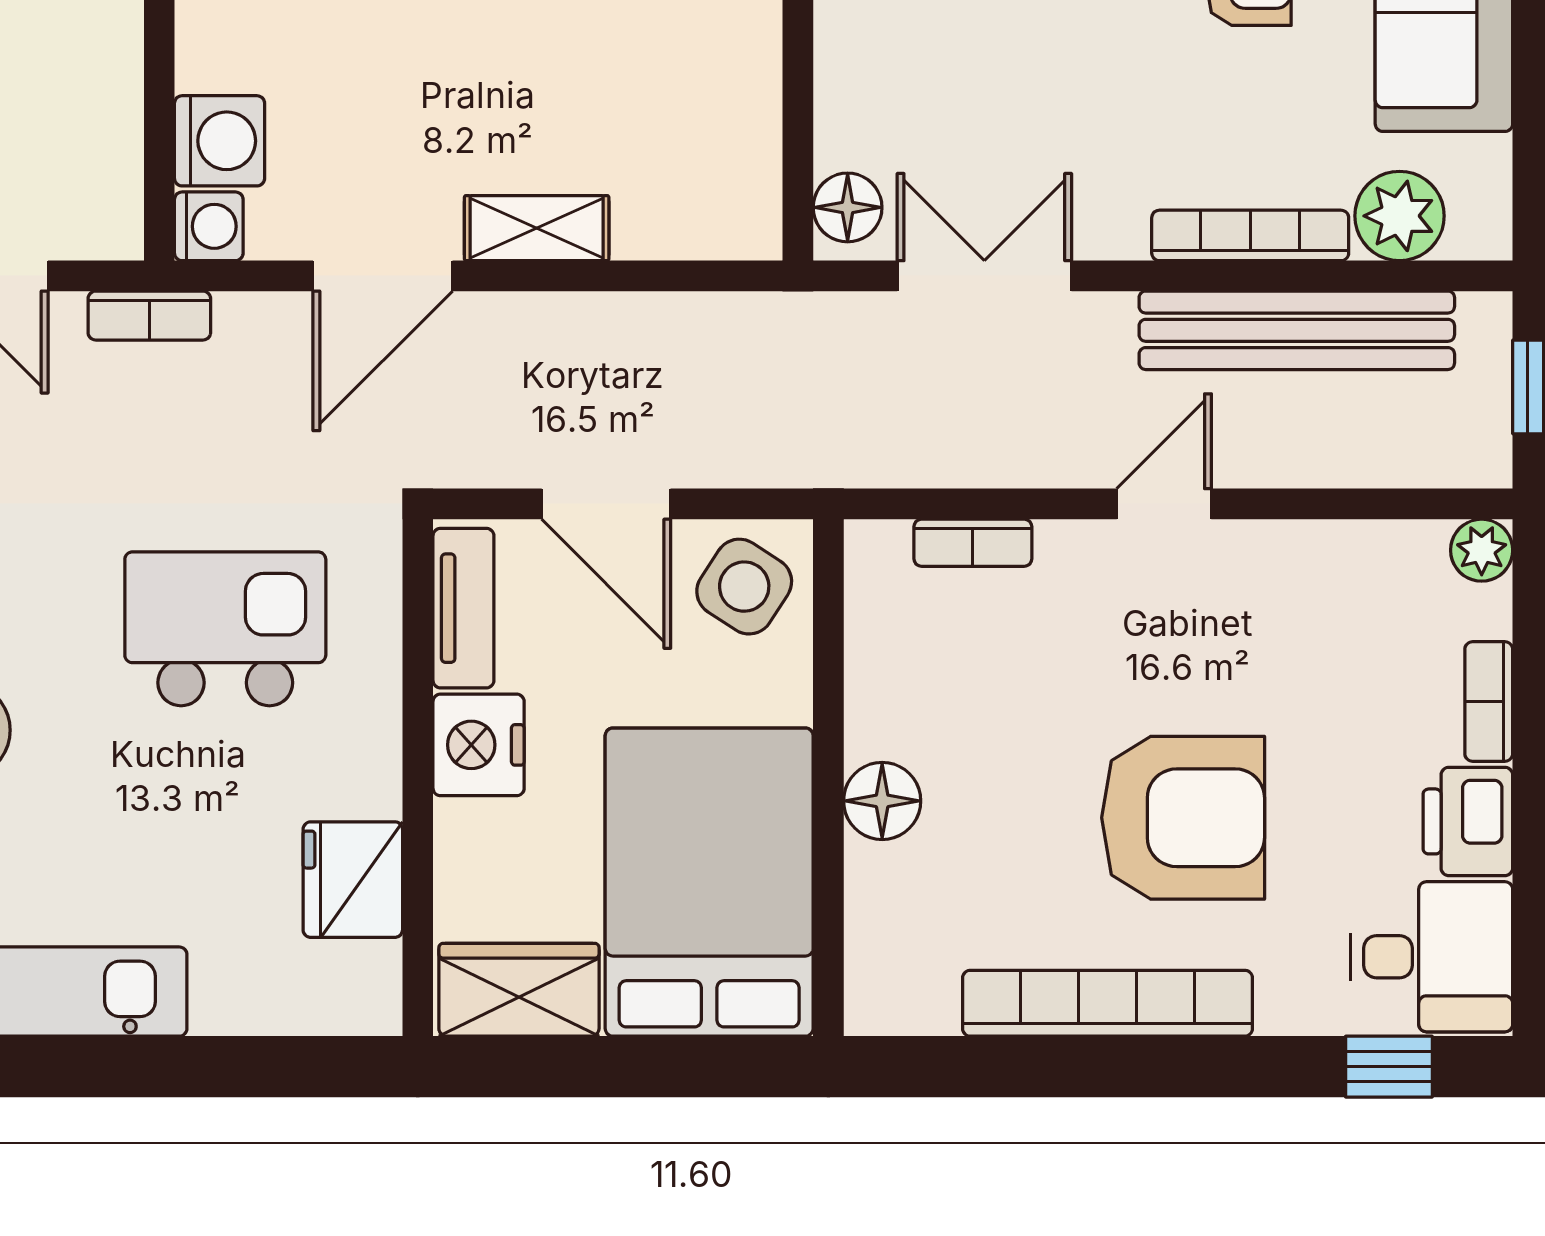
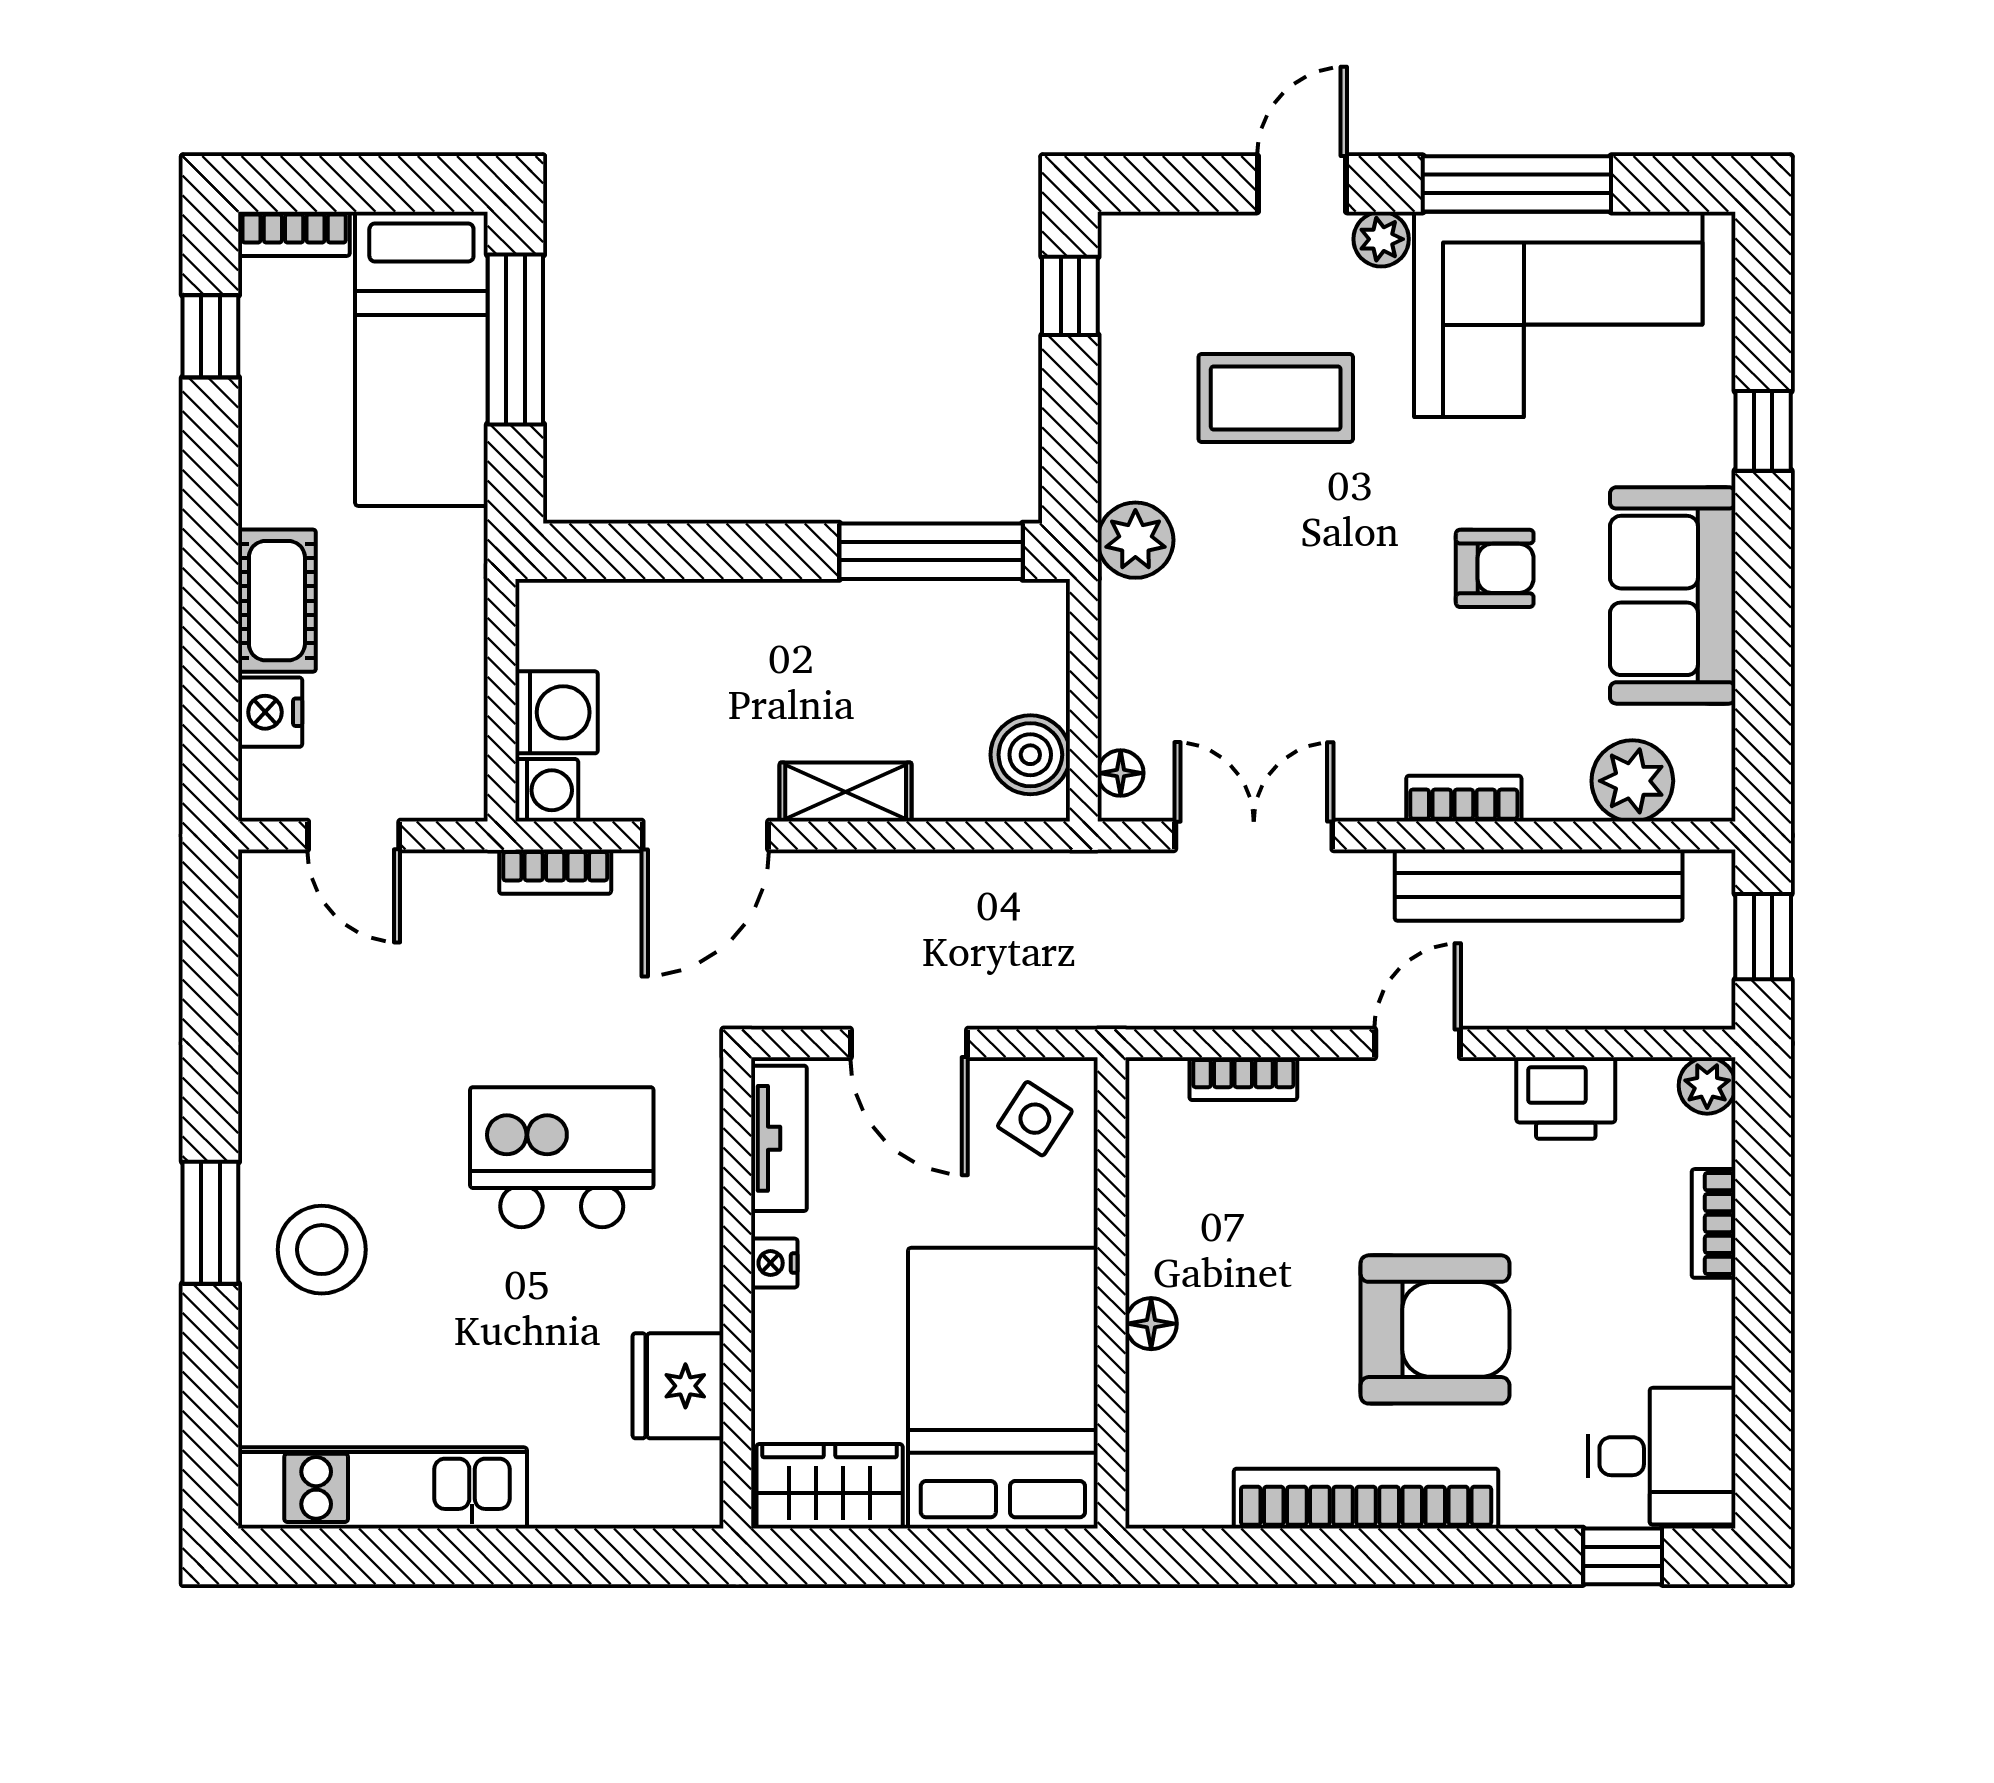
boiler: (739, 187) -> (1030, 755), added
floor lamp: (848, 207) -> (1121, 773), width x0.73, depth x0.73
bookcase: (1250, 235) -> (1464, 799), width x0.64
bookcase: (149, 316) -> (555, 872), moved
side table: (744, 587) -> (1035, 1119), width x0.73, depth x0.73
nightstand: (479, 745) -> (774, 1263), width x0.53, depth x0.56
floor lamp: (882, 801) -> (1151, 1324), width x0.73, depth x0.73
printer: (1468, 821) -> (1566, 1098), moved, turned -90

